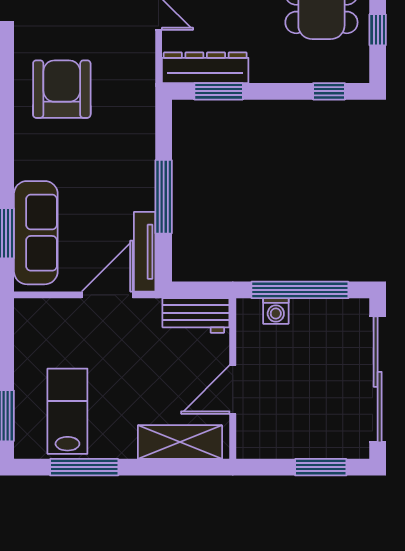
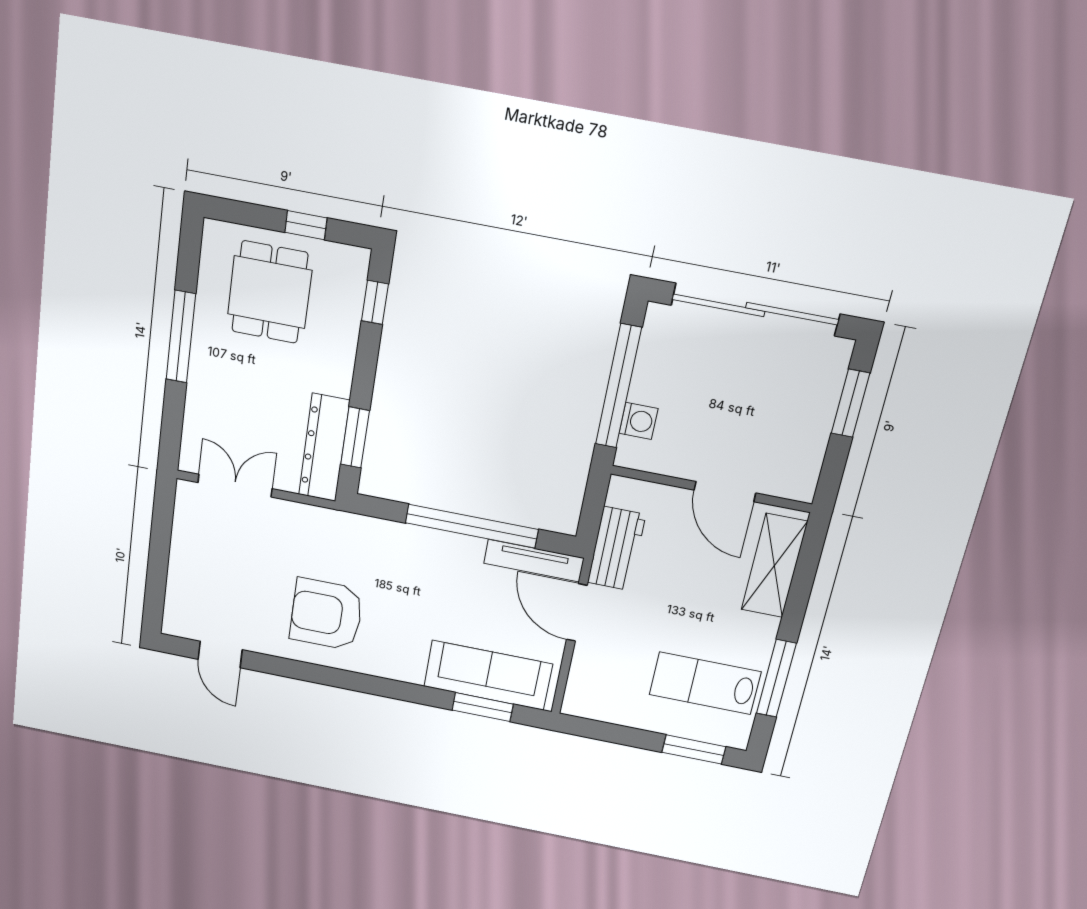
window: (164, 197) -> (472, 526), width x1.46
workbench: (196, 315) -> (616, 549), moved

